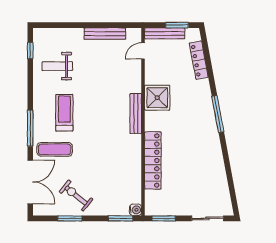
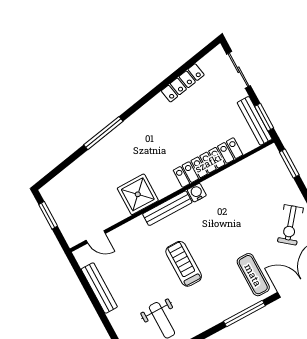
bench: (165, 33) -> (255, 121), moved
locker: (199, 60) -> (183, 83), moved
treadmill: (64, 113) -> (184, 264), moved, turned 90
window: (218, 114) -> (103, 133), moved
water cooler: (135, 210) -> (197, 193), moved

